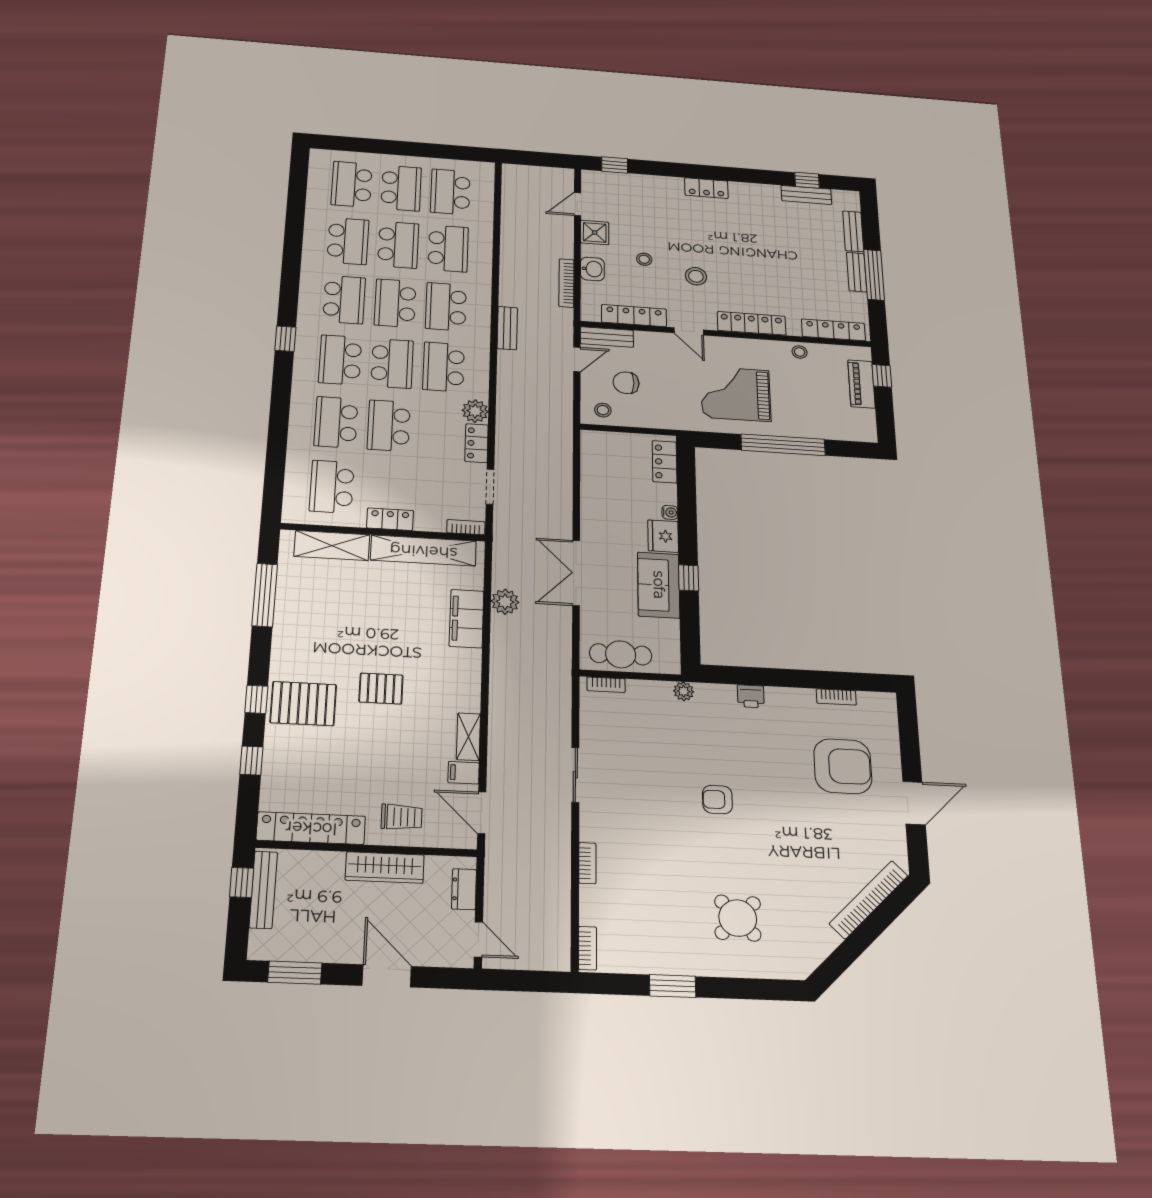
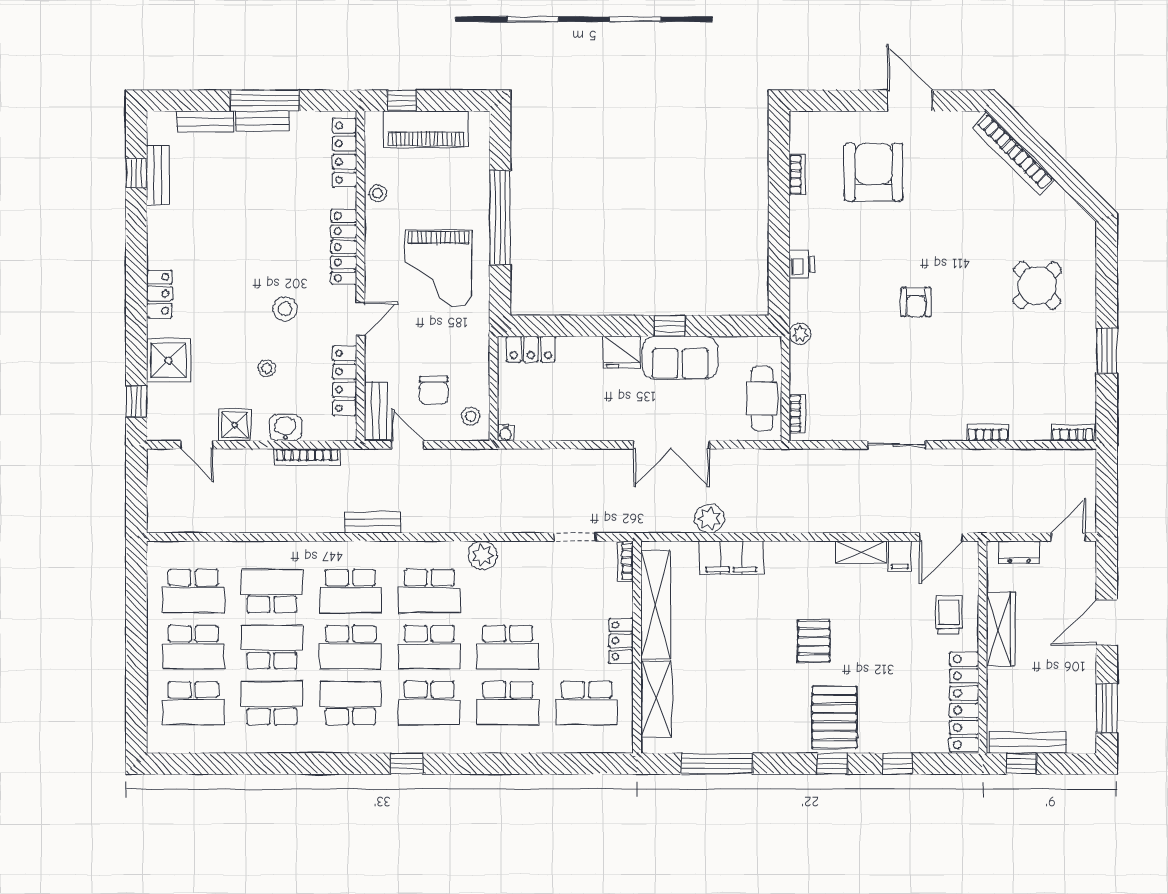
school desk: (401, 188) -> (193, 647), turned 180
shower: (650, 190) -> (169, 360), added
school desk: (392, 363) -> (429, 647), turned 180
piano: (861, 384) -> (426, 129), width x1.37, depth x1.33
locker: (477, 443) -> (523, 553), removed
water cooler: (670, 512) -> (506, 433), moved, turned 180

